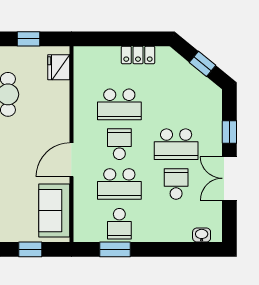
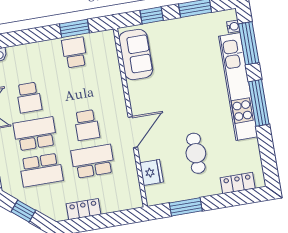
window: (28, 39) -> (186, 207), width x1.50
fridge: (59, 67) -> (152, 172), moved
door: (71, 160) -> (133, 132), moved
school desk: (119, 184) -> (41, 170), moved, turned 180

